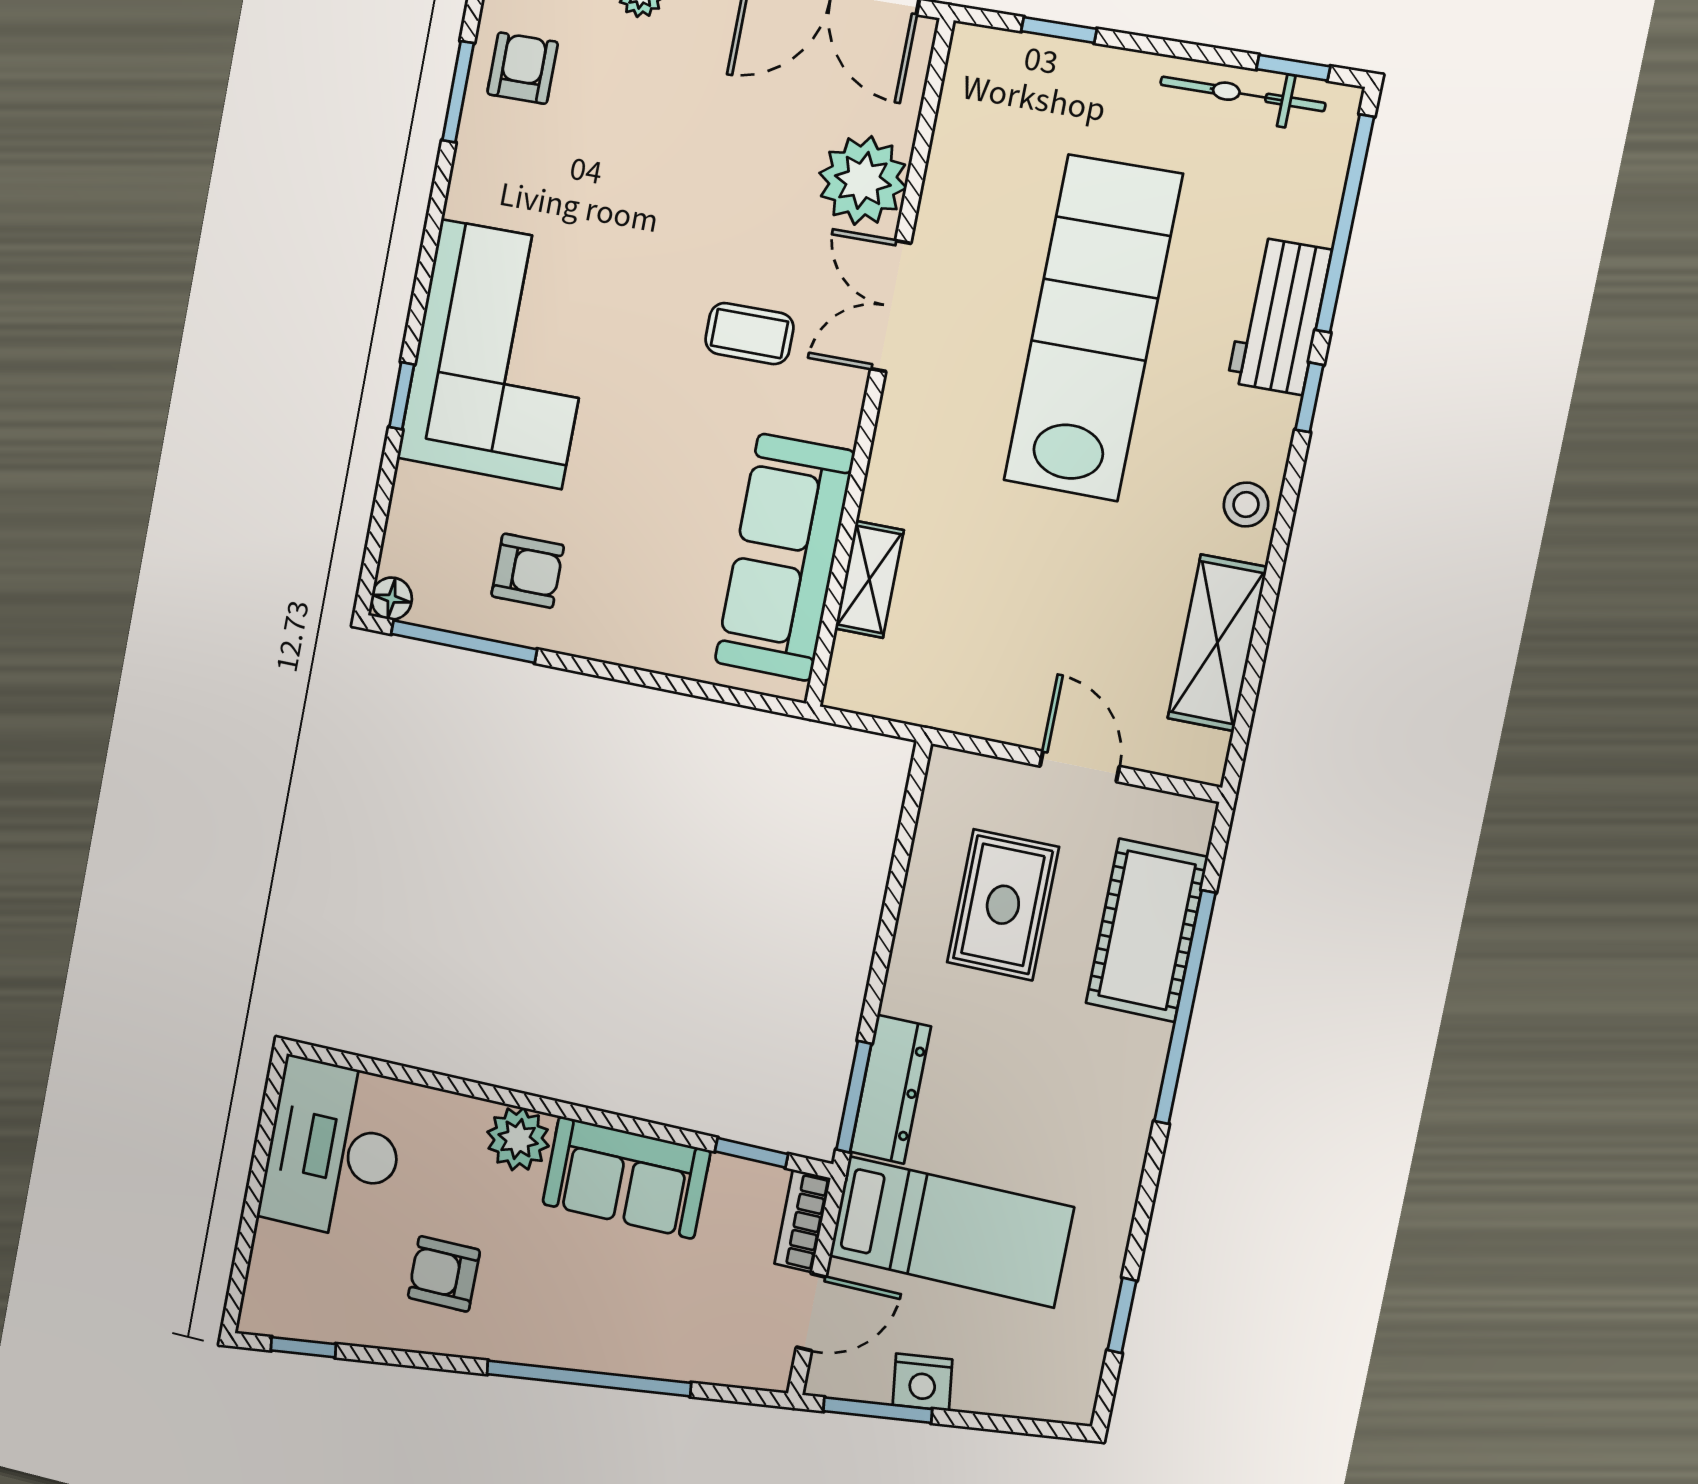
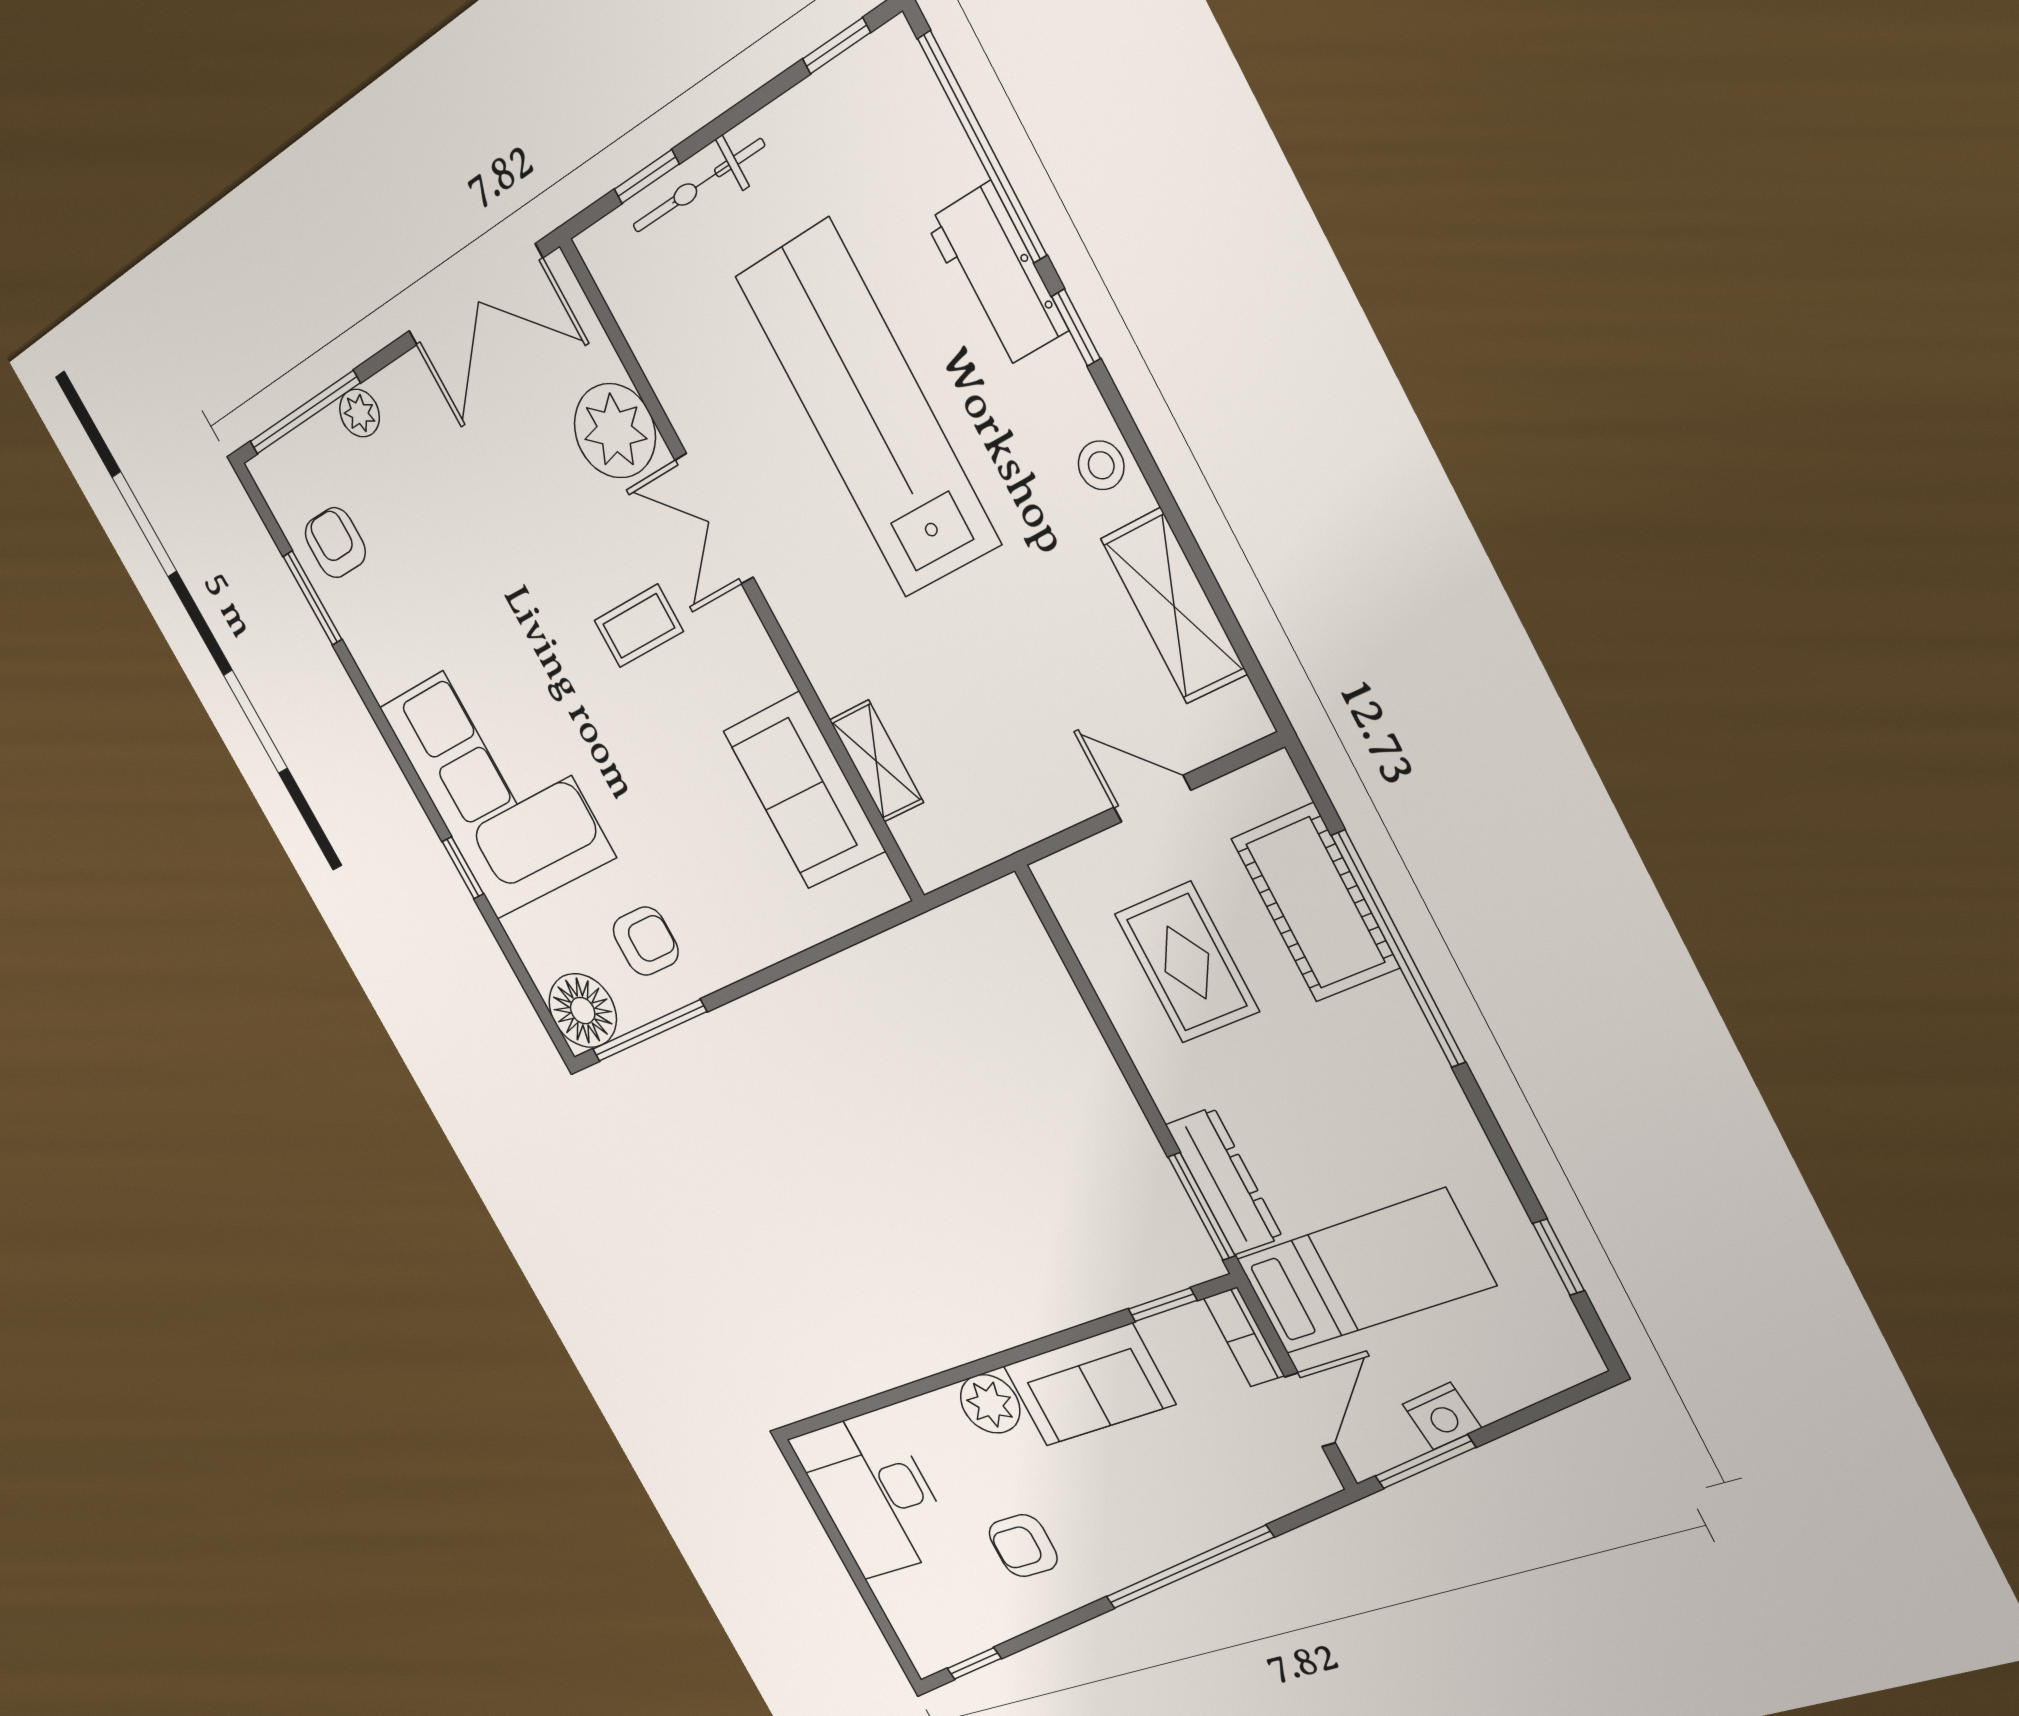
bicycle: (1243, 94) -> (698, 186), moved
sofa: (785, 557) -> (804, 791), width x0.73
floor lamp: (392, 599) -> (583, 1011), width x1.89, depth x1.89

